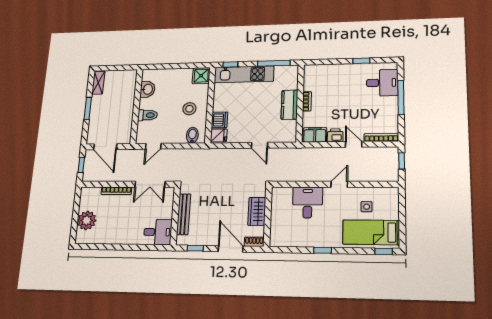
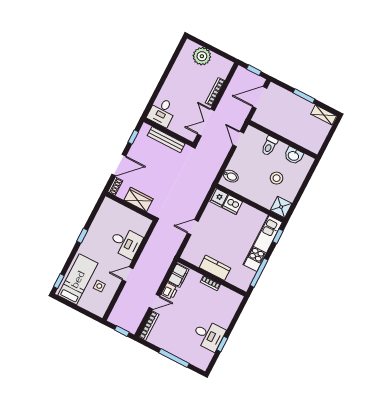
desk: (382, 83) -> (209, 335), moved, turned -90
stool: (189, 109) -> (277, 178), moved
door: (339, 184) -> (128, 274), swing flipped

